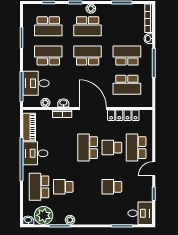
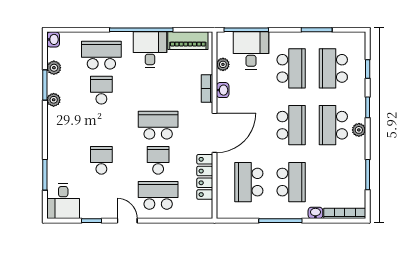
plant: (44, 215) -> (54, 68), width x0.53, depth x0.53

